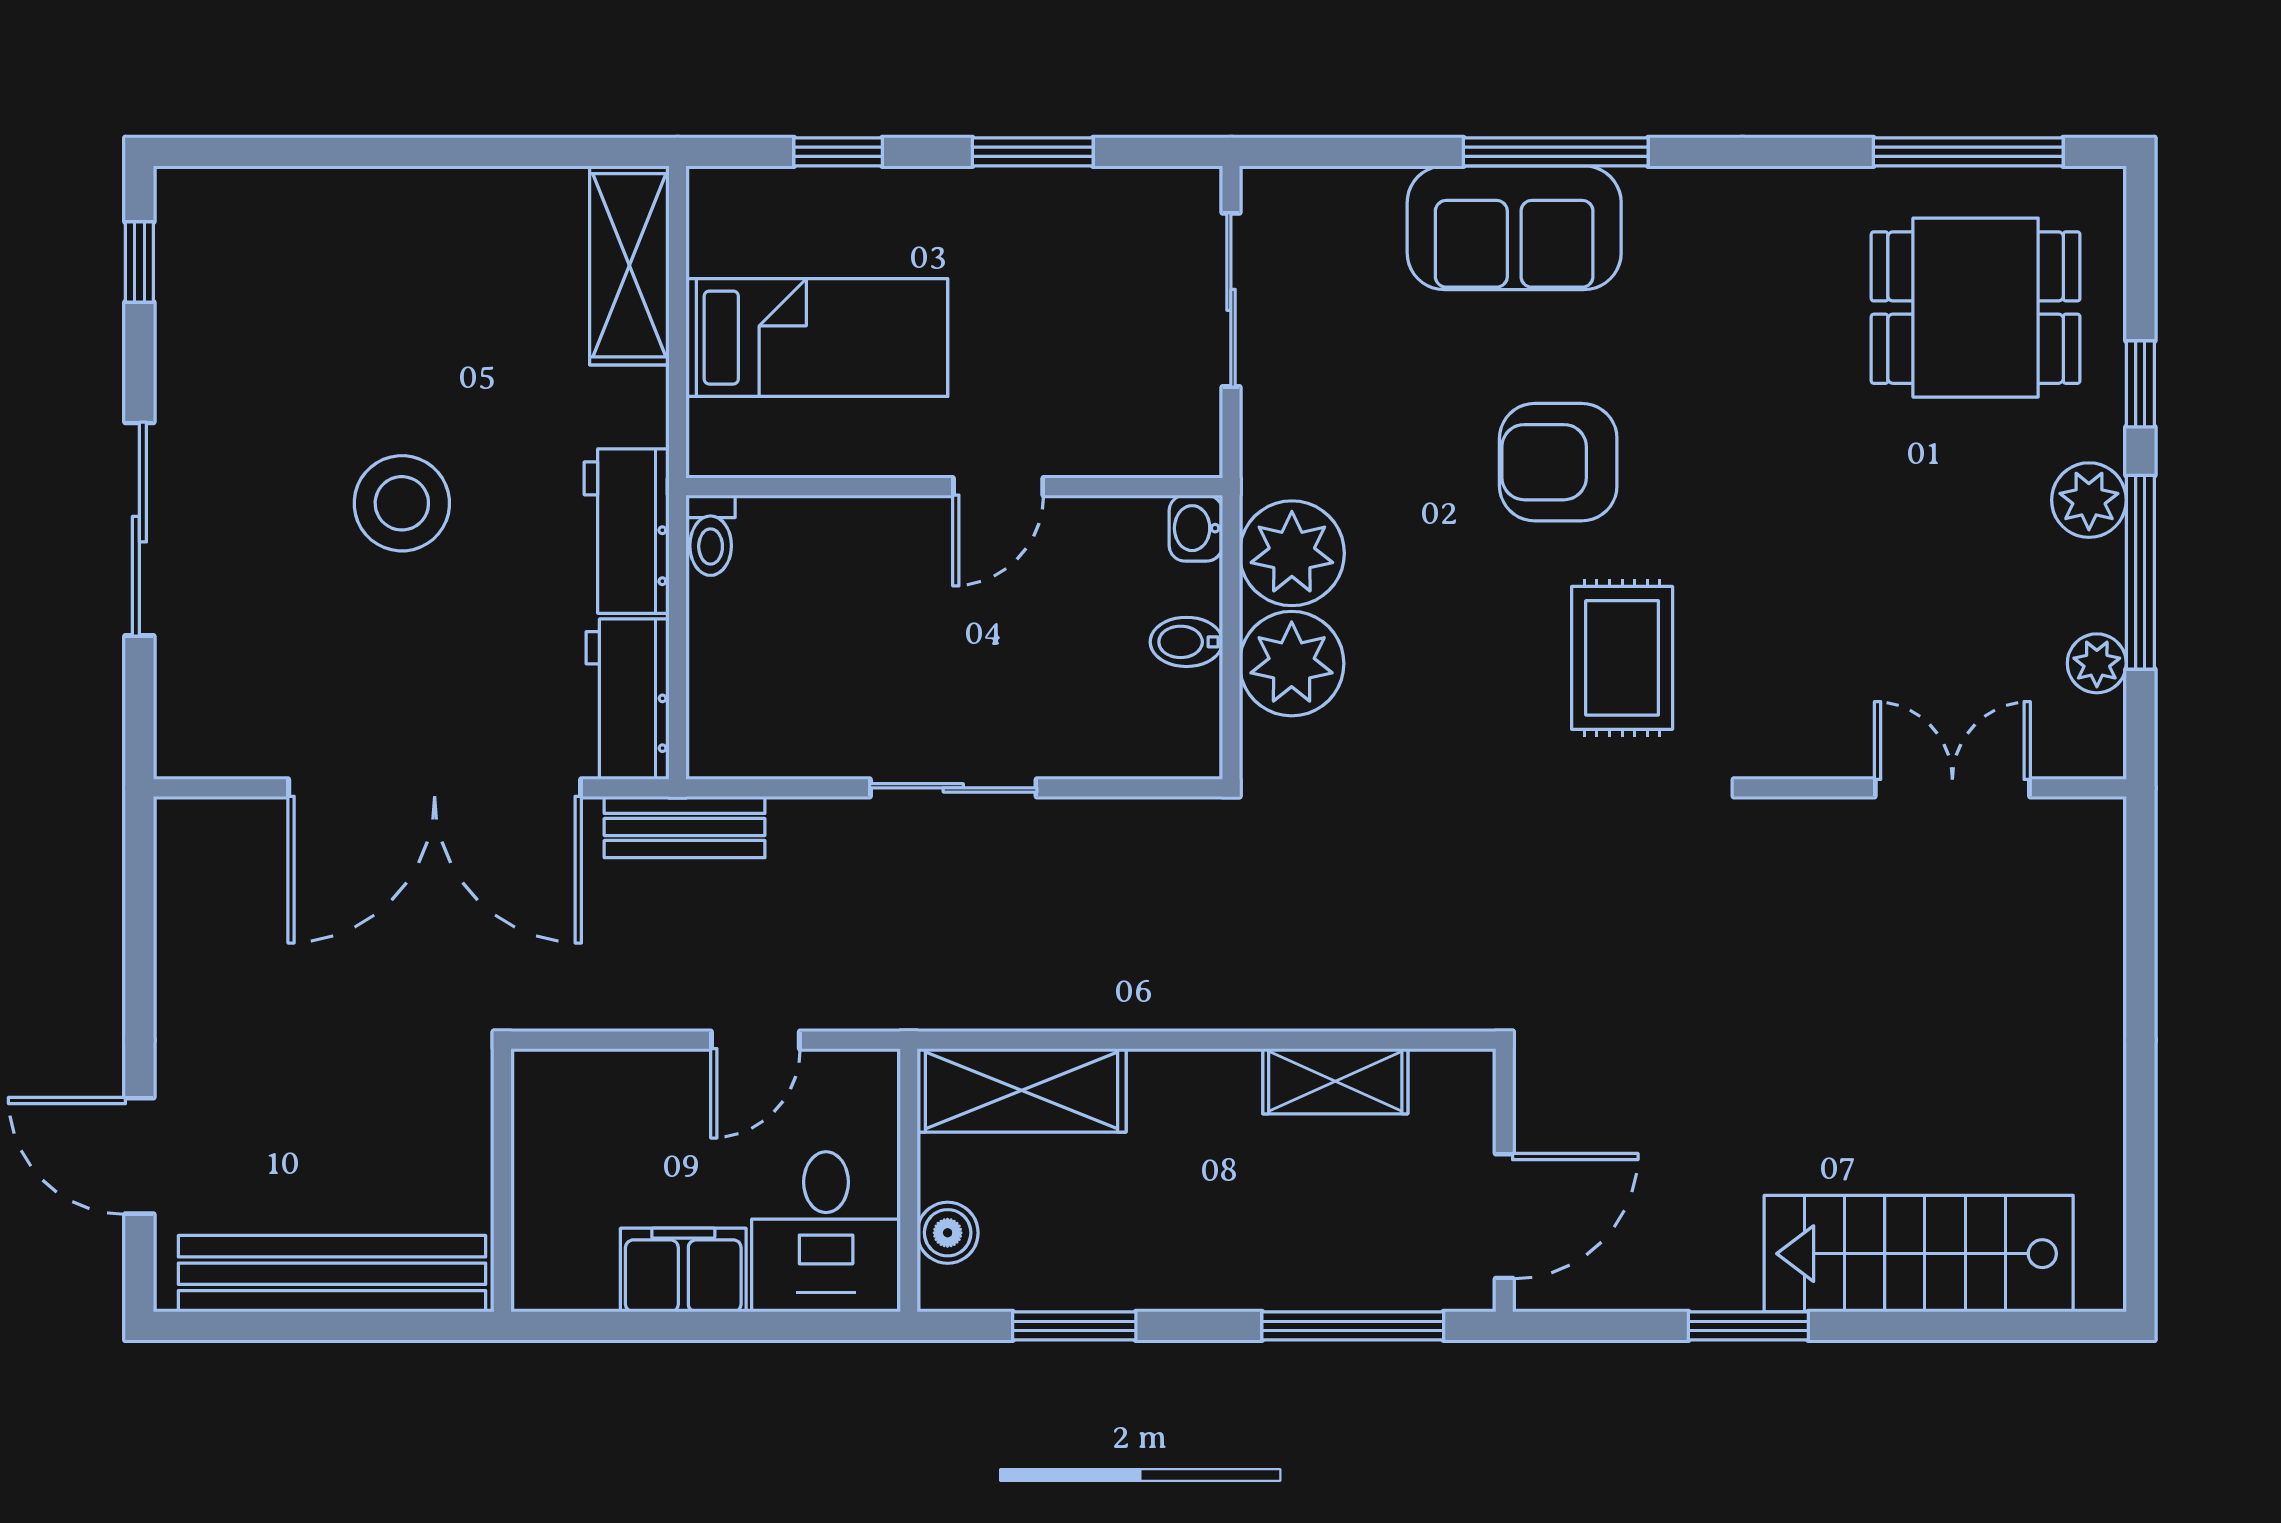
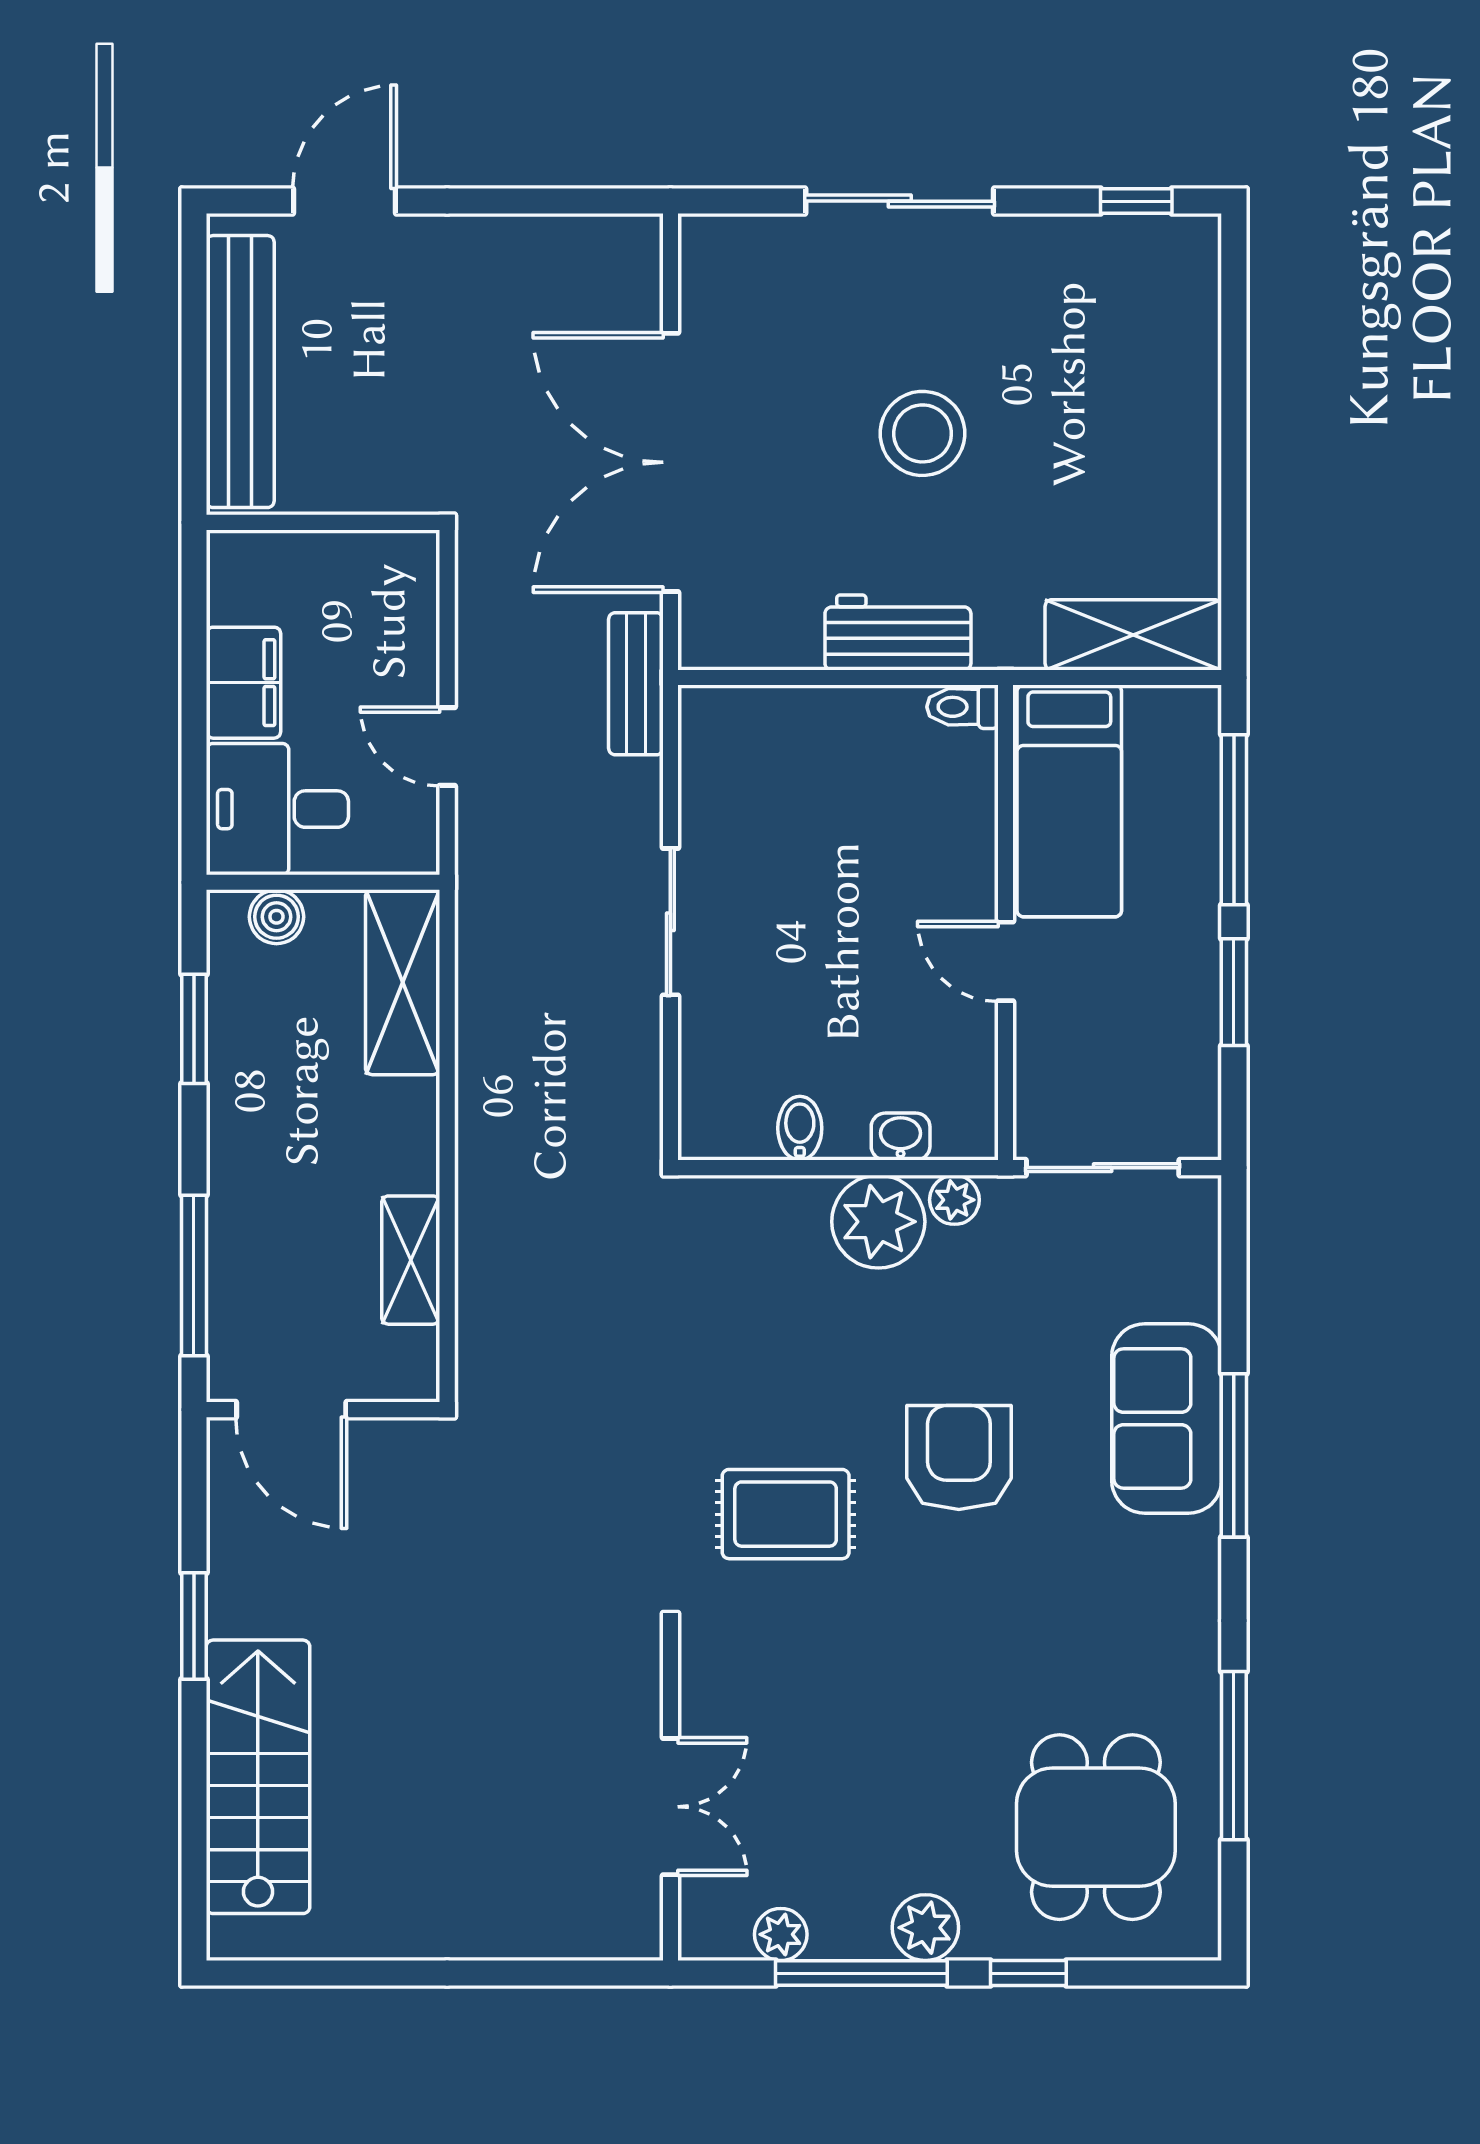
window: (838, 152) -> (1234, 820), width x2.17
window: (1968, 152) -> (1234, 1756), moved
wall: (954, 487) -> (1006, 923), moved
door: (998, 487) -> (1006, 961), moved
toilet: (711, 535) -> (962, 707), moved
plant: (1292, 664) -> (954, 1200), moved, width x0.53, depth x0.53
workbench: (628, 699) -> (749, 633), removed

